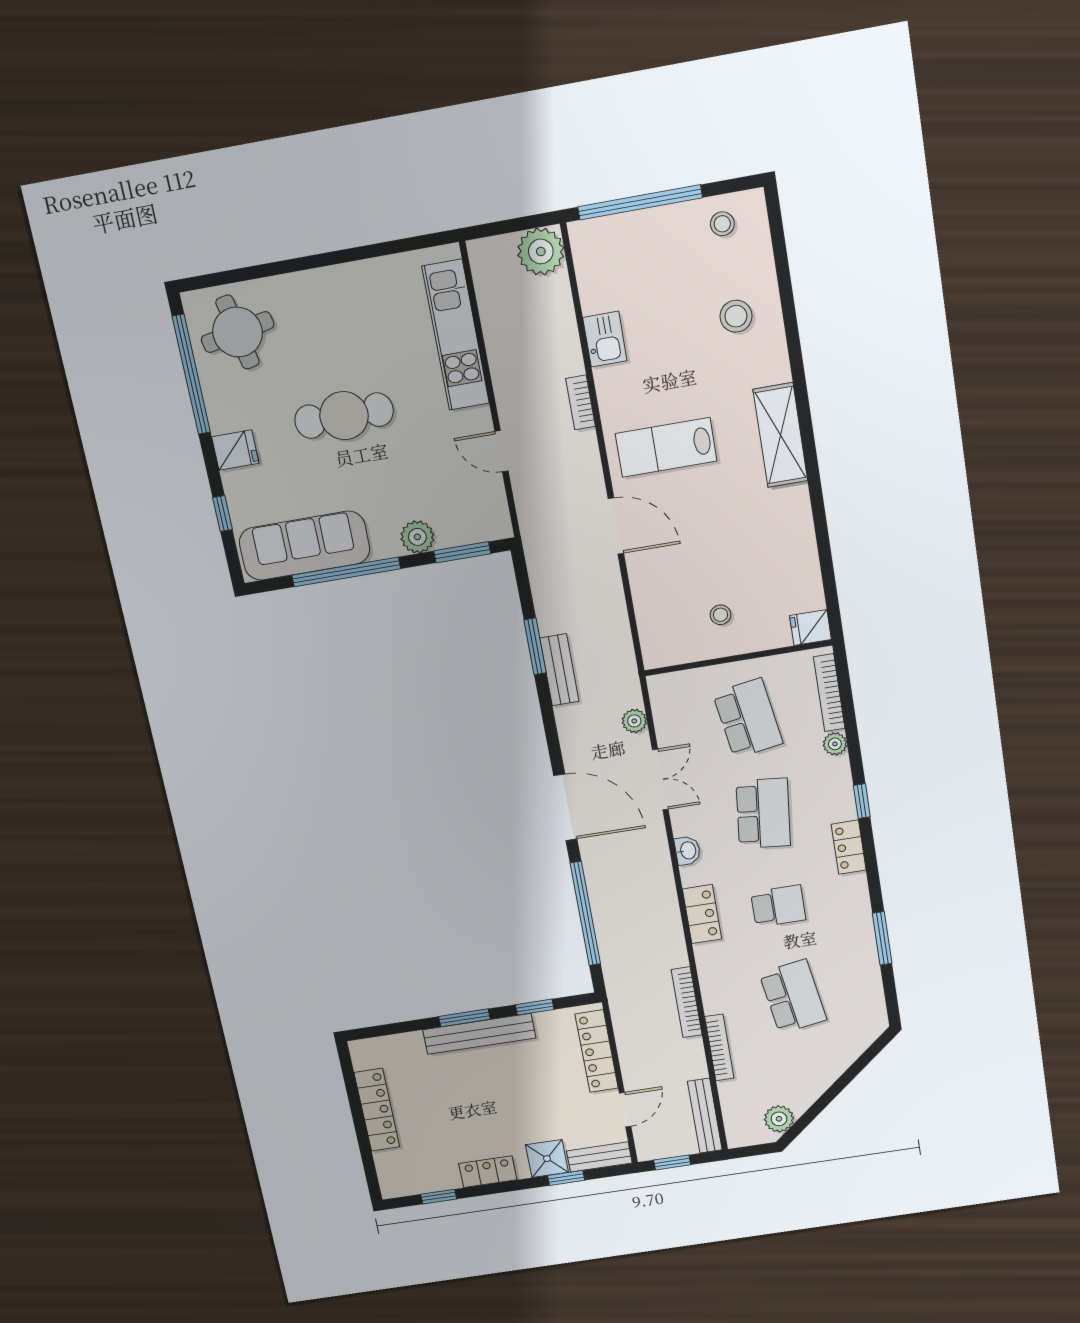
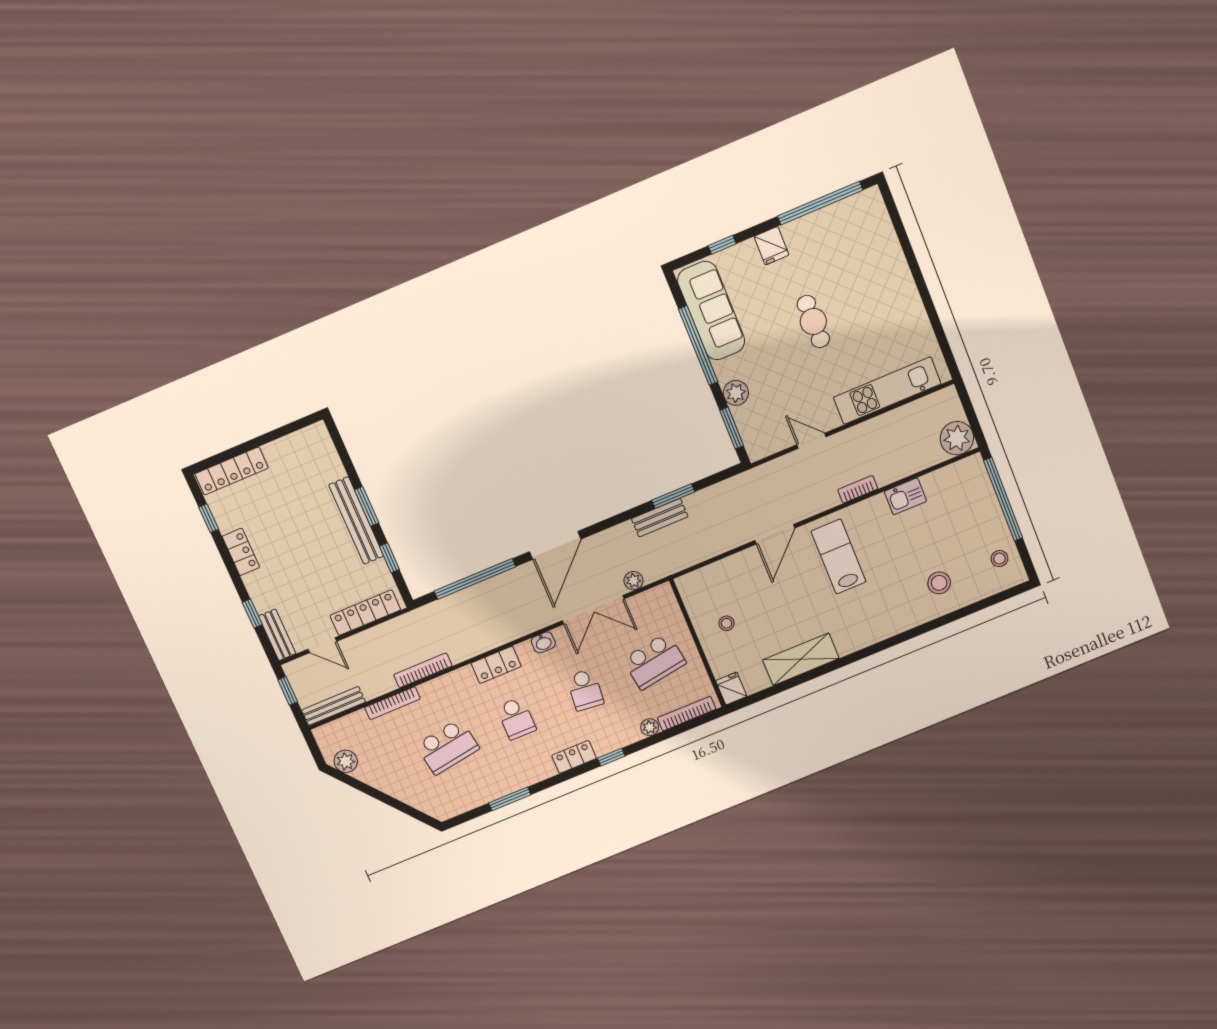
round table: (237, 332) -> (858, 232), removed
cafe table: (344, 416) -> (813, 322), width x0.73, depth x0.74
shelving: (780, 435) -> (801, 659), moved
door: (501, 451) -> (811, 441), hinge flipped
double door: (660, 780) -> (593, 610), width x1.37
school desk: (763, 813) -> (585, 690), width x0.54
locker: (377, 1110) -> (232, 471), moved
shower: (547, 1159) -> (265, 595), removed

